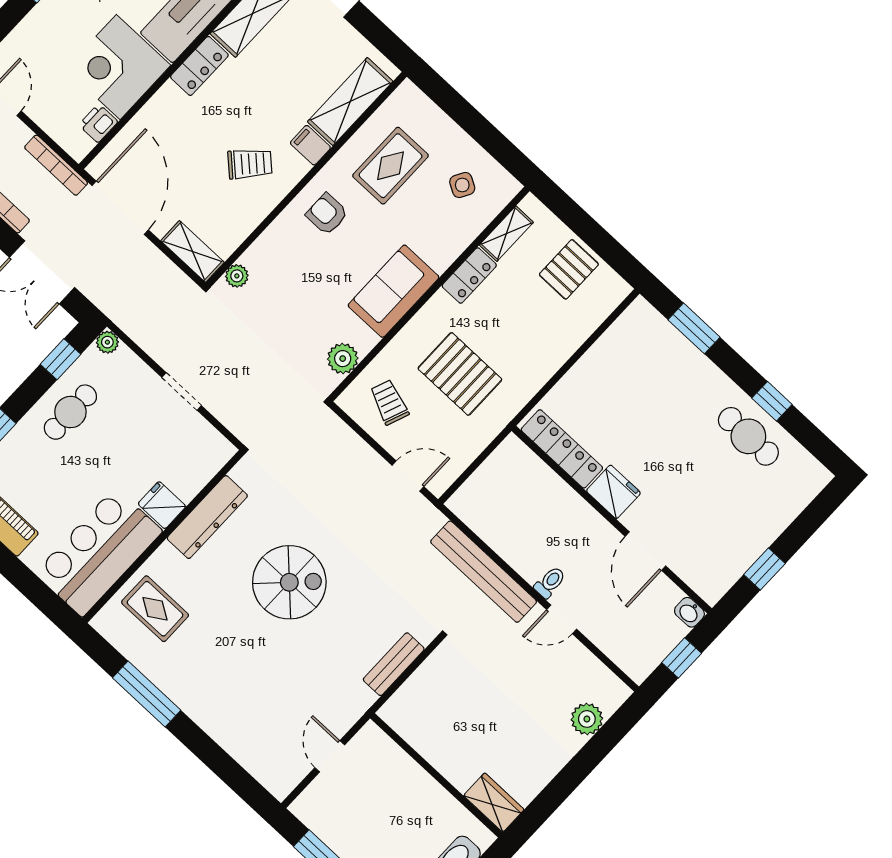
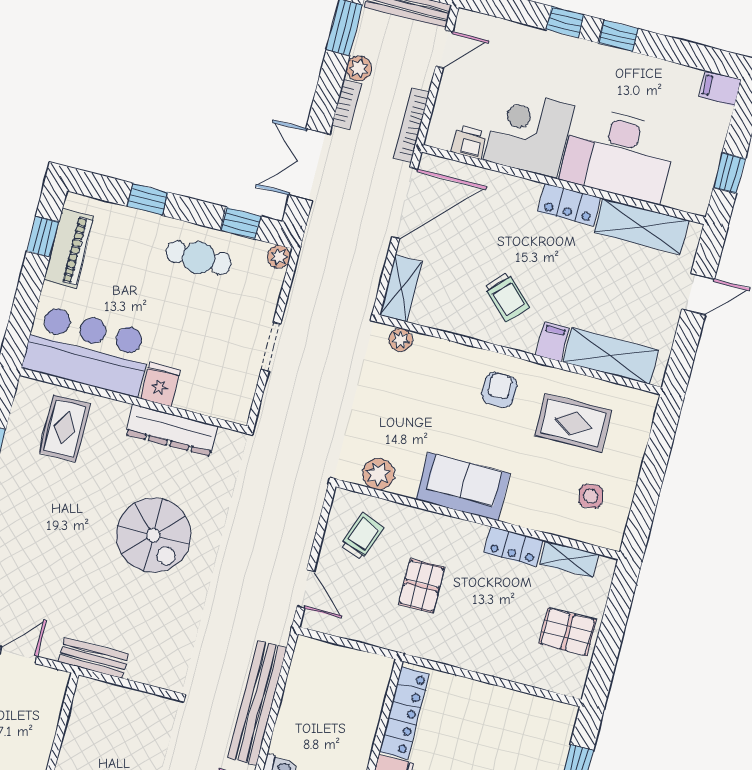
side table: (462, 185) -> (591, 496), turned -38
pallet: (460, 374) -> (422, 586), width x0.67, depth x0.71
bench: (394, 664) -> (94, 658), moved

